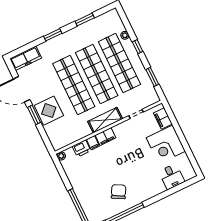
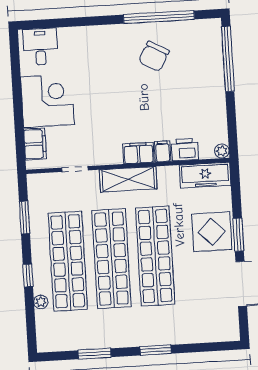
freezer: (26, 58) -> (205, 175), moved, turned 180
desk: (172, 176) -> (40, 47), moved

